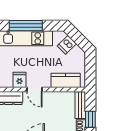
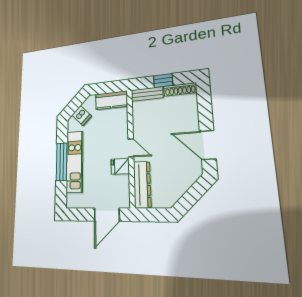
kitchen counter: (66, 80) -> (111, 100), moved, turned -90
door: (34, 90) -> (131, 148), hinge flipped

